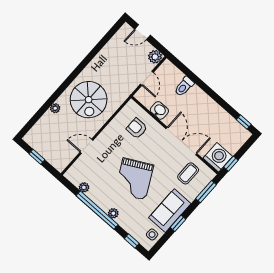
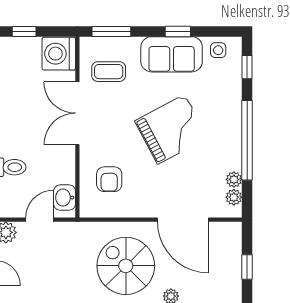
spiral stairs: (89, 100) -> (126, 266), turned -90
washbasin: (159, 110) -> (65, 198), moved
door: (86, 146) -> (183, 220), width x1.88
window: (231, 164) -> (24, 31), moved
plant: (113, 213) -> (234, 197), moved

